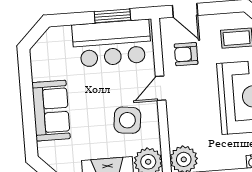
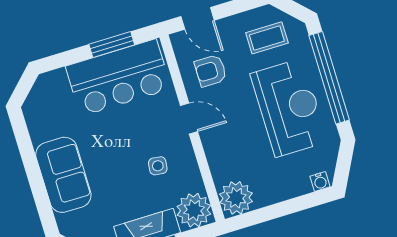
door: (161, 88) -> (189, 119), swing flipped
side table: (127, 120) -> (158, 166), width x0.54, depth x0.54

